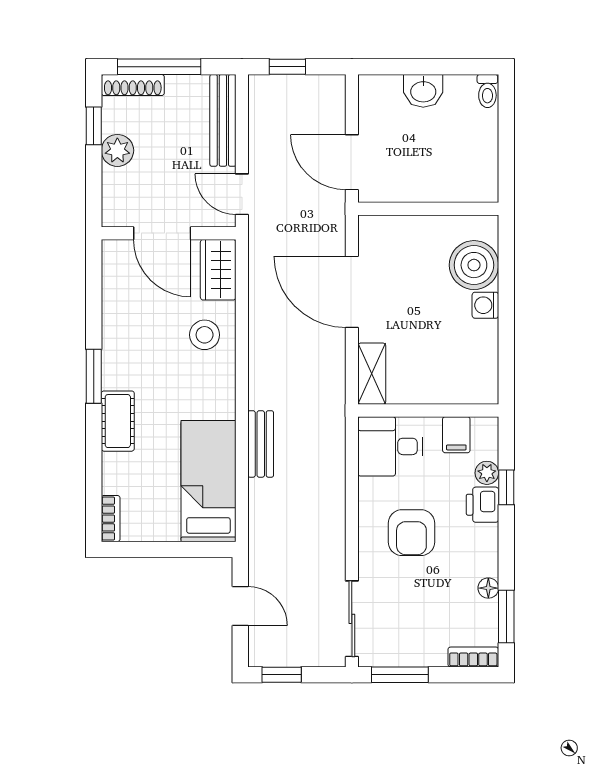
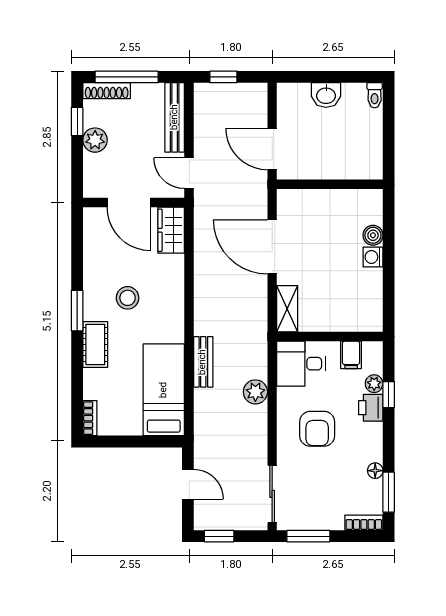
boiler: (474, 265) -> (373, 235), width x0.54, depth x0.54
stool: (205, 335) -> (128, 298), moved
plant: (330, 484) -> (255, 392), added

